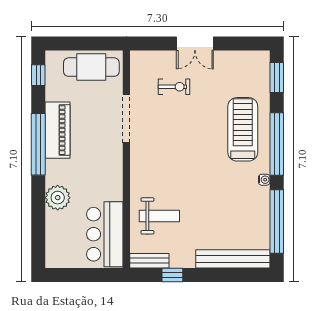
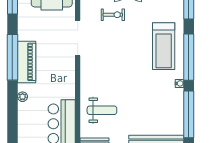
treadmill: (243, 129) -> (164, 46), turned 180
piano: (58, 130) -> (27, 62), moved
plant: (58, 198) -> (23, 97), width x0.53, depth x0.53

